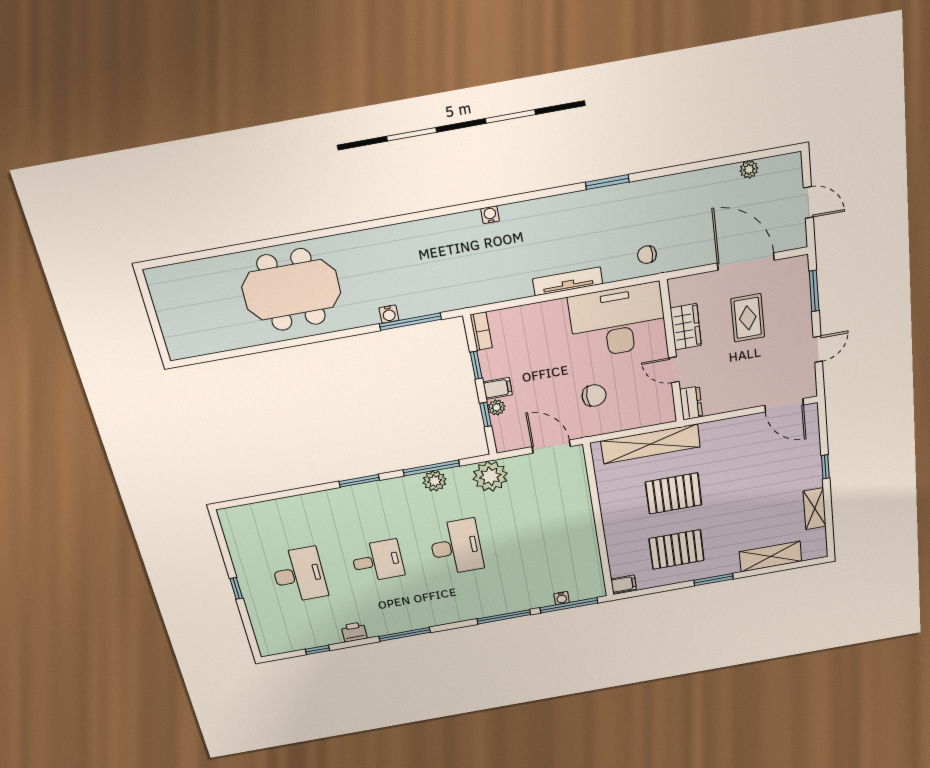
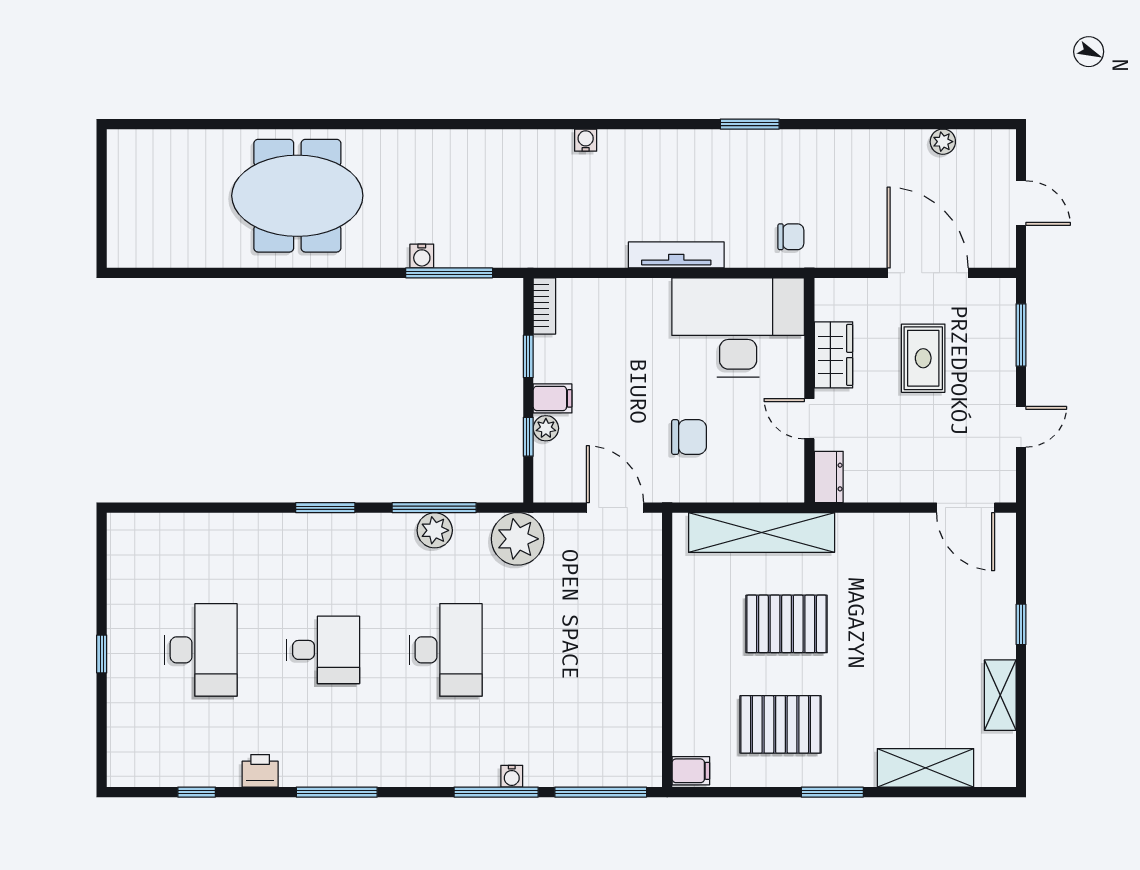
chair: (647, 255) -> (791, 237), turned 180
water cooler: (562, 598) -> (512, 776), moved

